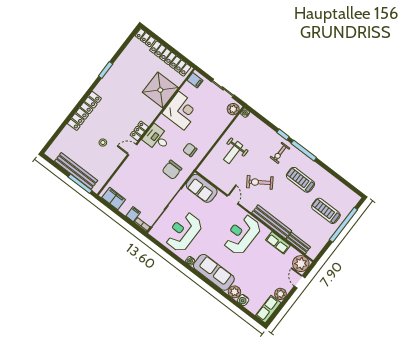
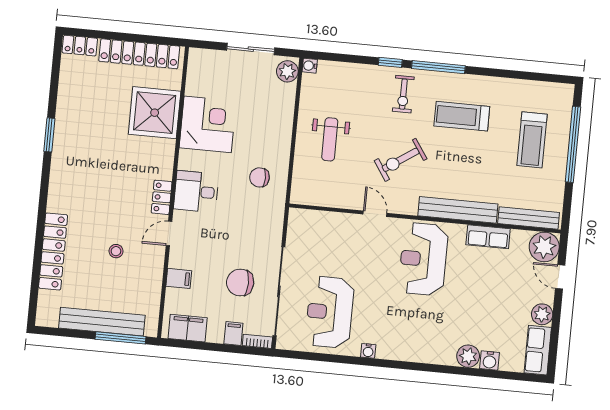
filing cabinet: (195, 80) -> (179, 278), moved
locker: (84, 111) -> (53, 251), moved
chair: (172, 170) -> (240, 282), moved, turned 90
sofa: (202, 188) -> (315, 226), removed
treadmill: (326, 211) -> (532, 140), turned -90
bench: (298, 243) -> (529, 218), width x1.36
sofa: (214, 272) -> (417, 346), removed

